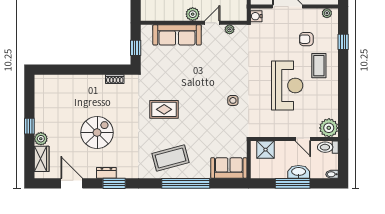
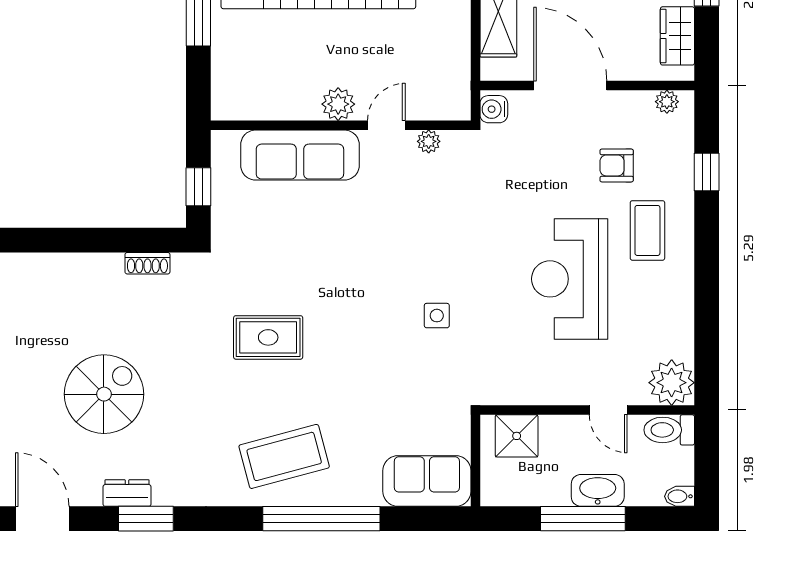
reception desk: (287, 86) -> (570, 279), turned 180

